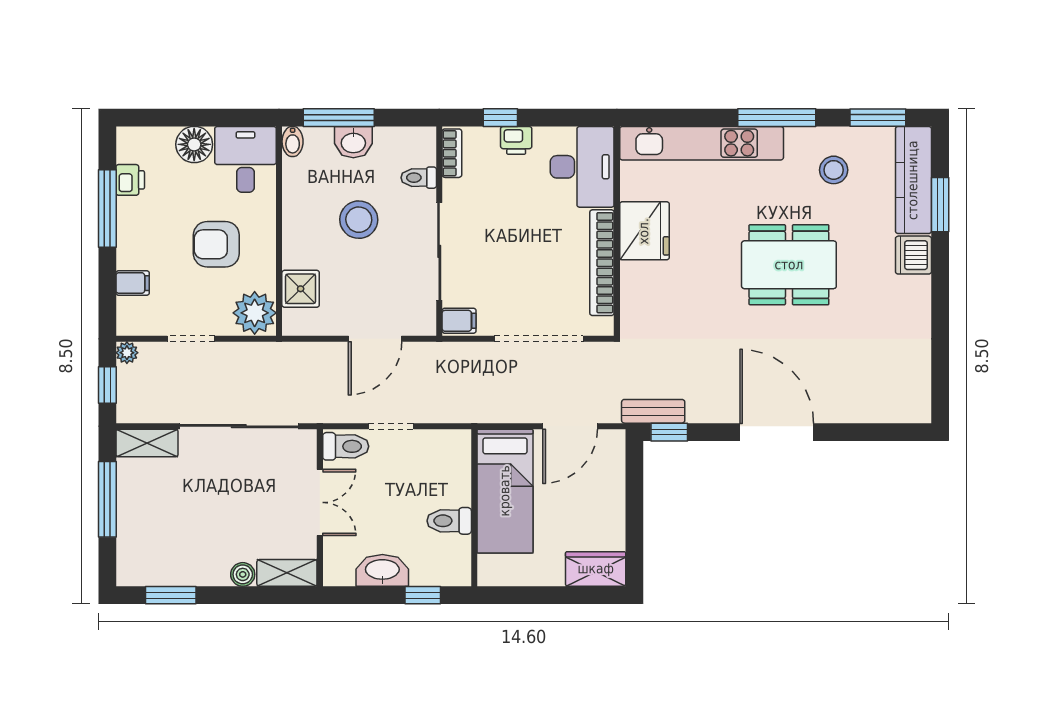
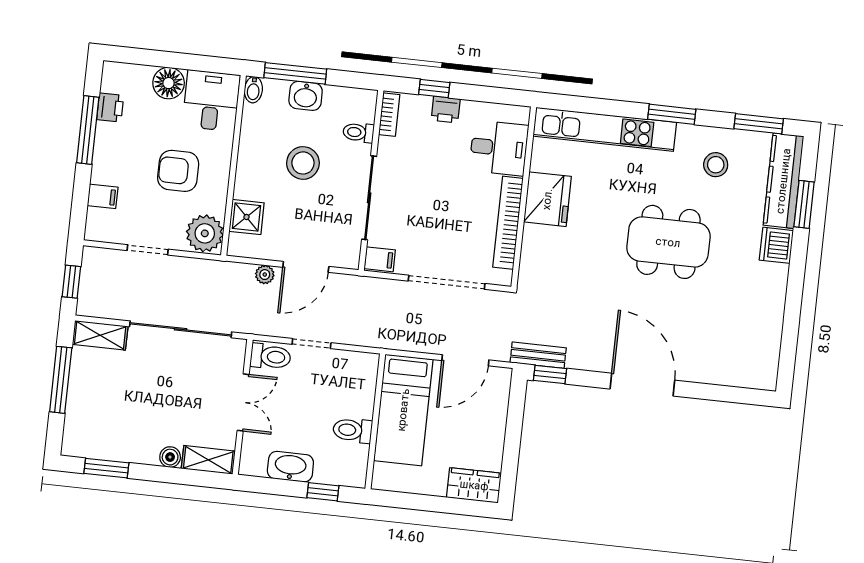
window: (777, 118) -> (672, 114), width x0.69
desk: (582, 167) -> (499, 148), width x0.73
plant: (127, 353) -> (265, 275), moved

